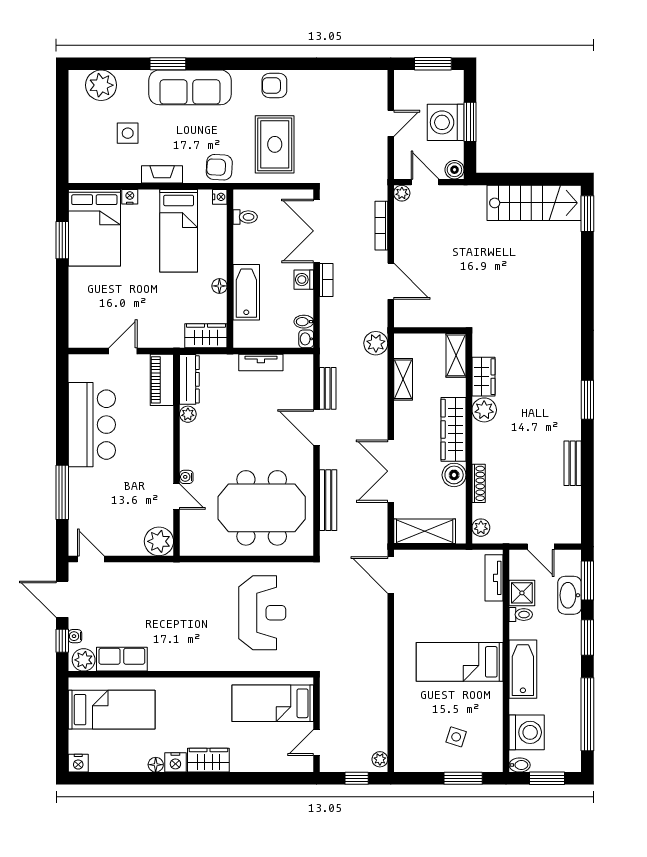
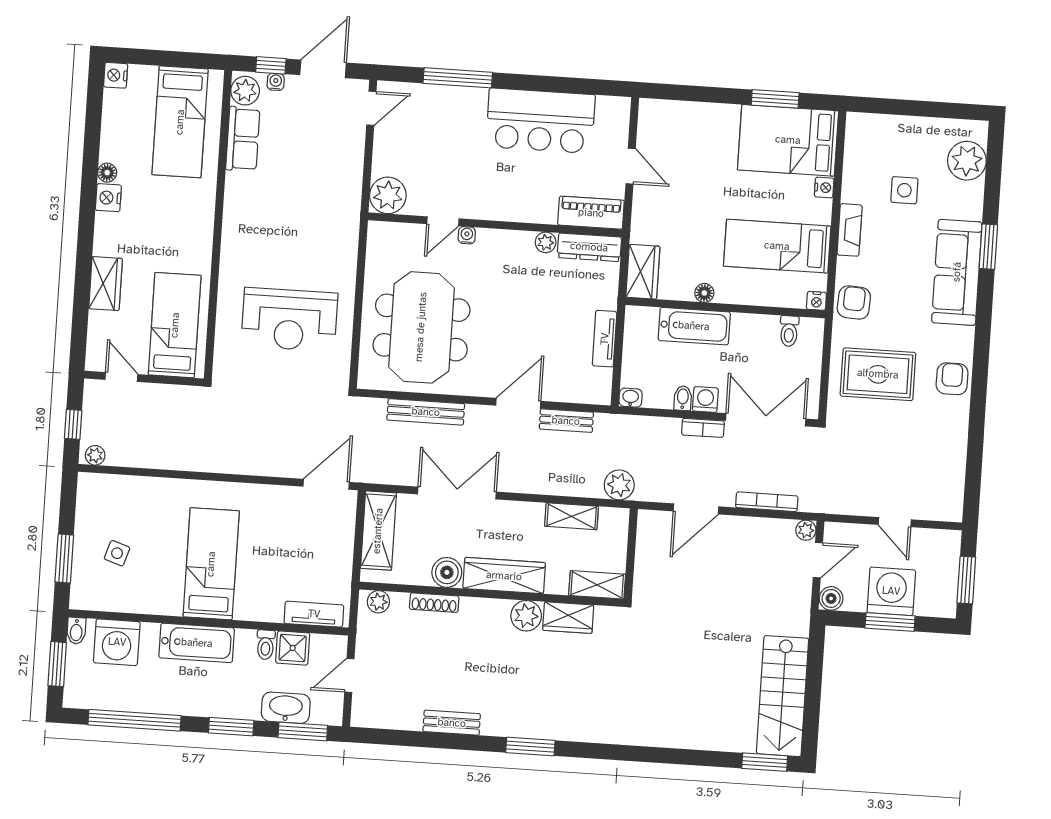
bidet: (304, 322) -> (683, 398), moved
wardrobe: (208, 760) -> (106, 284), moved

